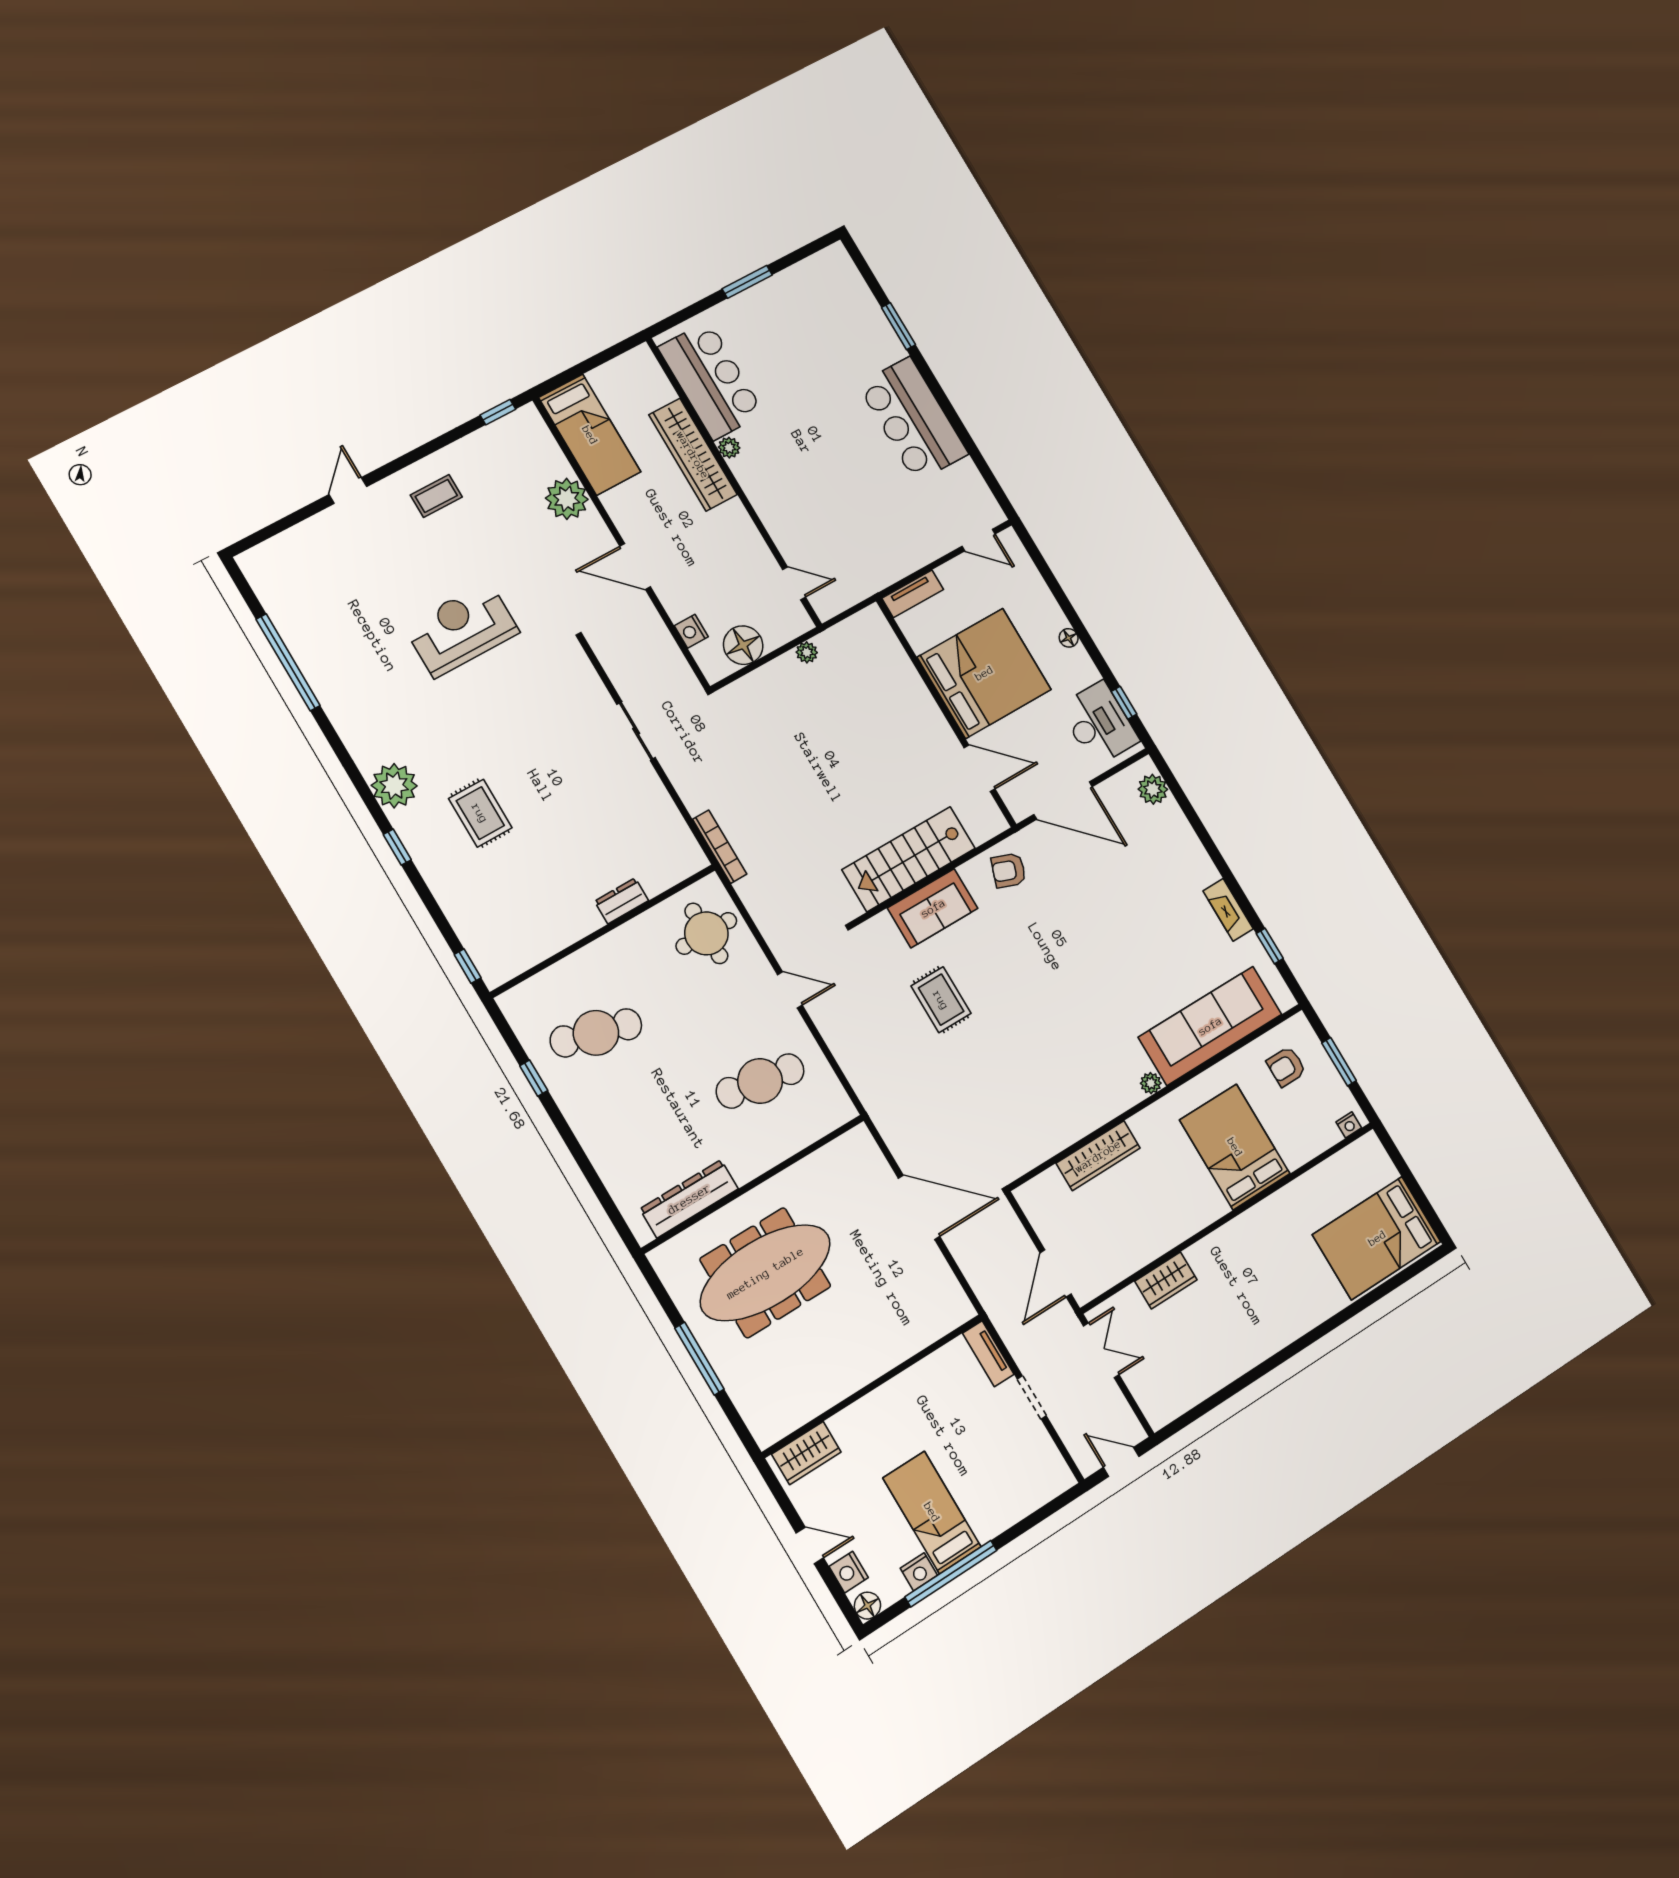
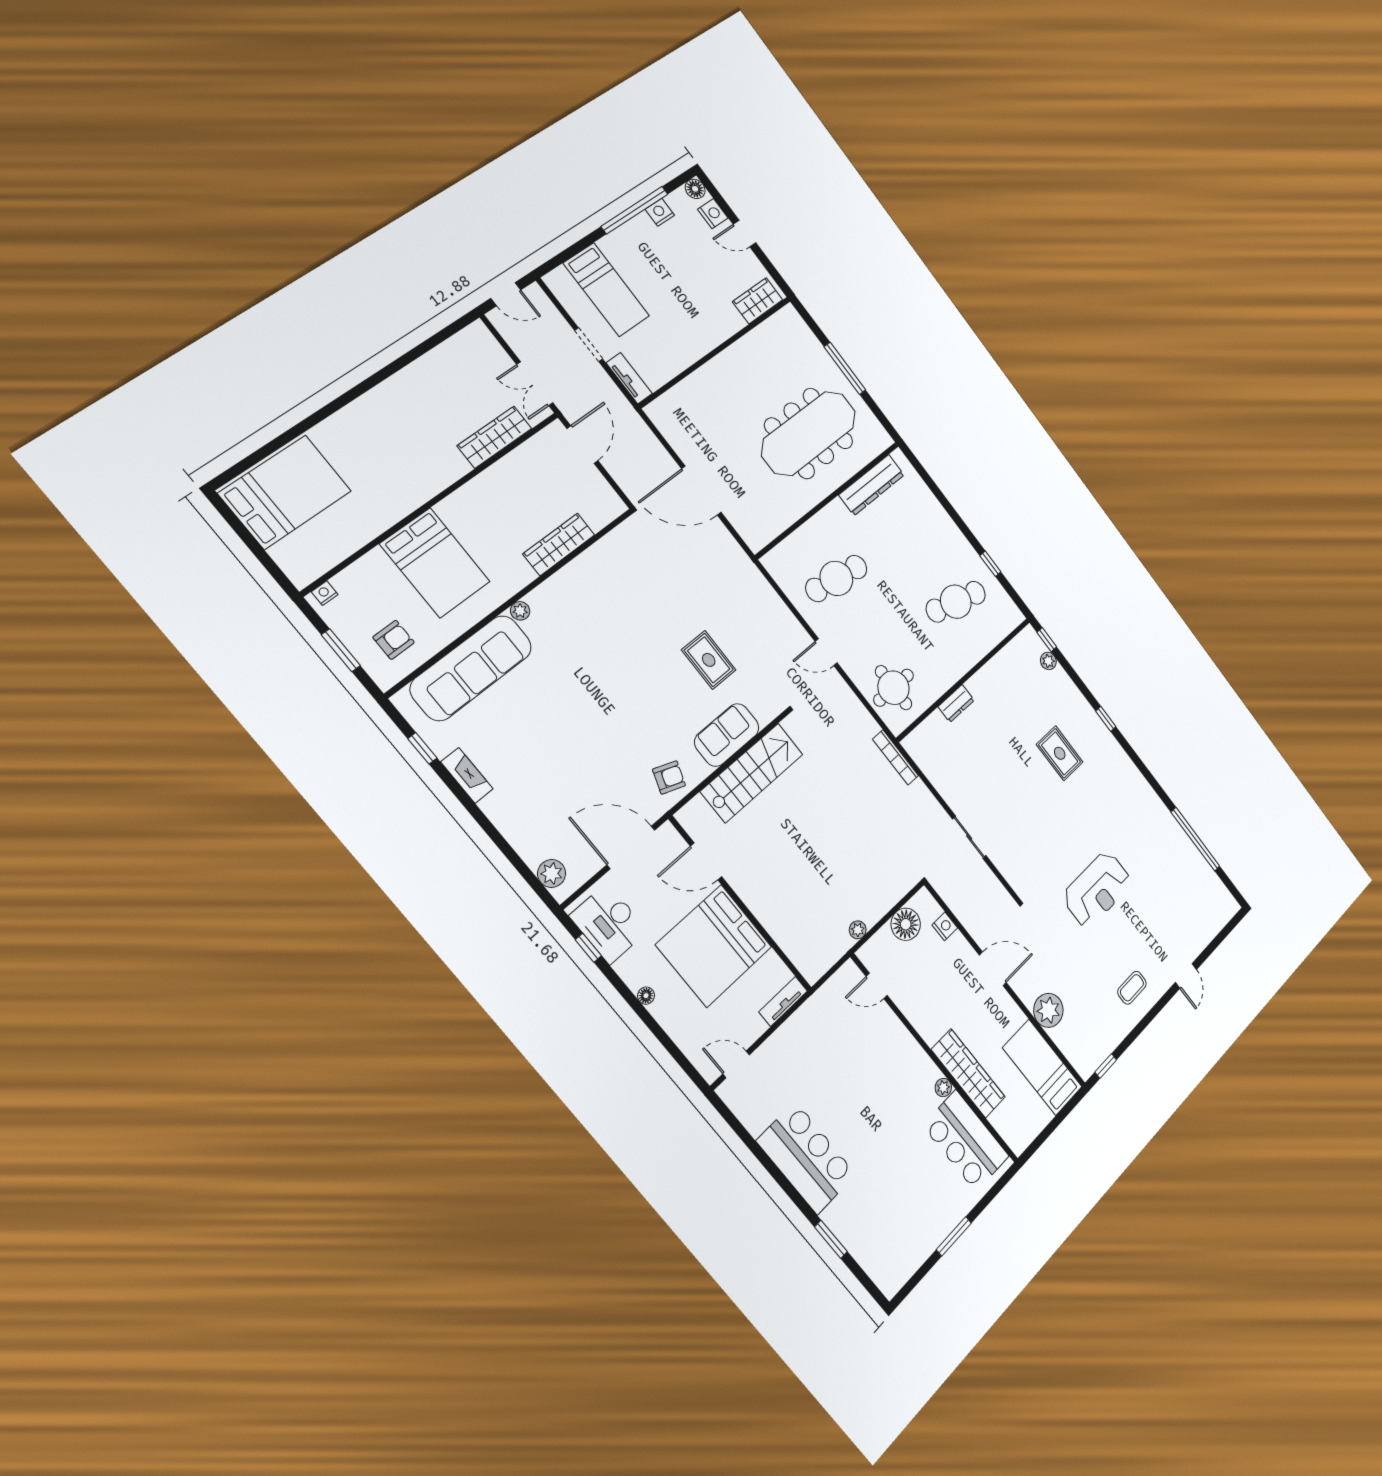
plant: (394, 786) -> (1048, 661), moved, width x0.53, depth x0.53
wardrobe: (1166, 1280) -> (495, 437), width x1.50
bed: (932, 1512) -> (606, 290), moved

